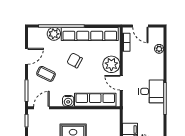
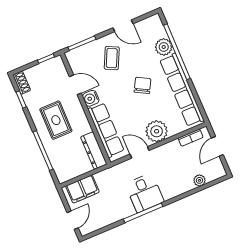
door: (121, 83) -> (140, 152), hinge flipped
door: (41, 108) -> (75, 85), moved
dresser: (106, 115) -> (94, 151), added

